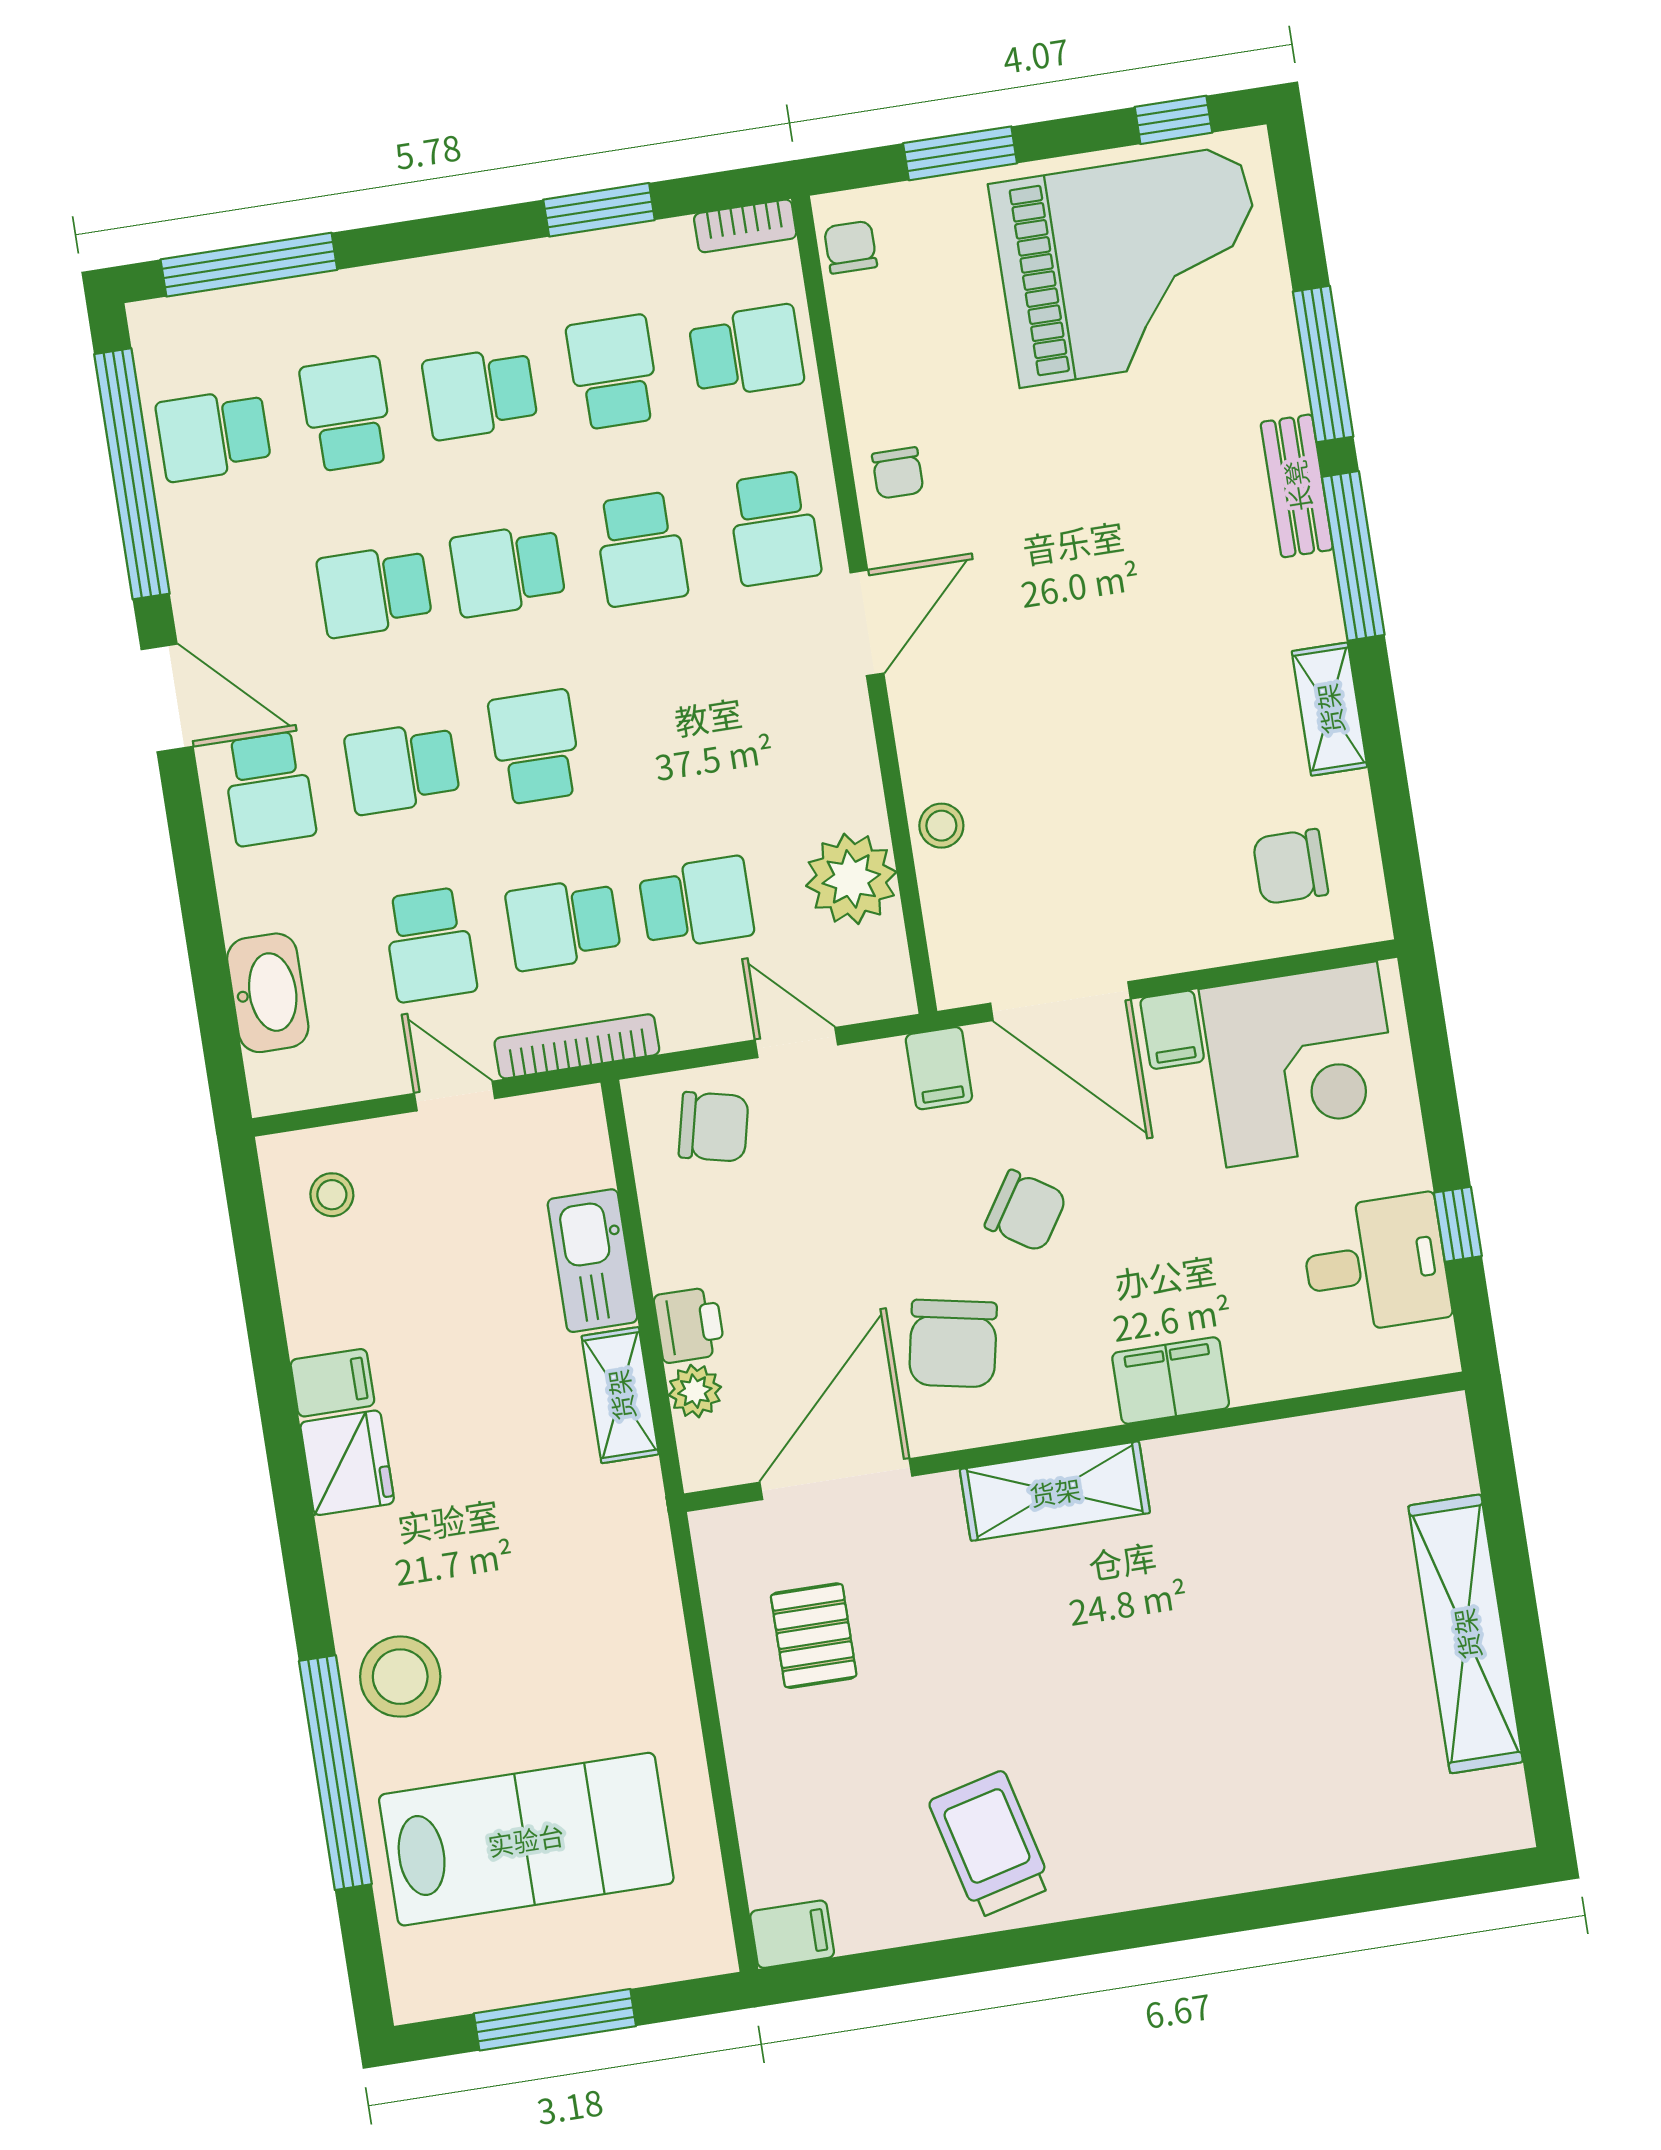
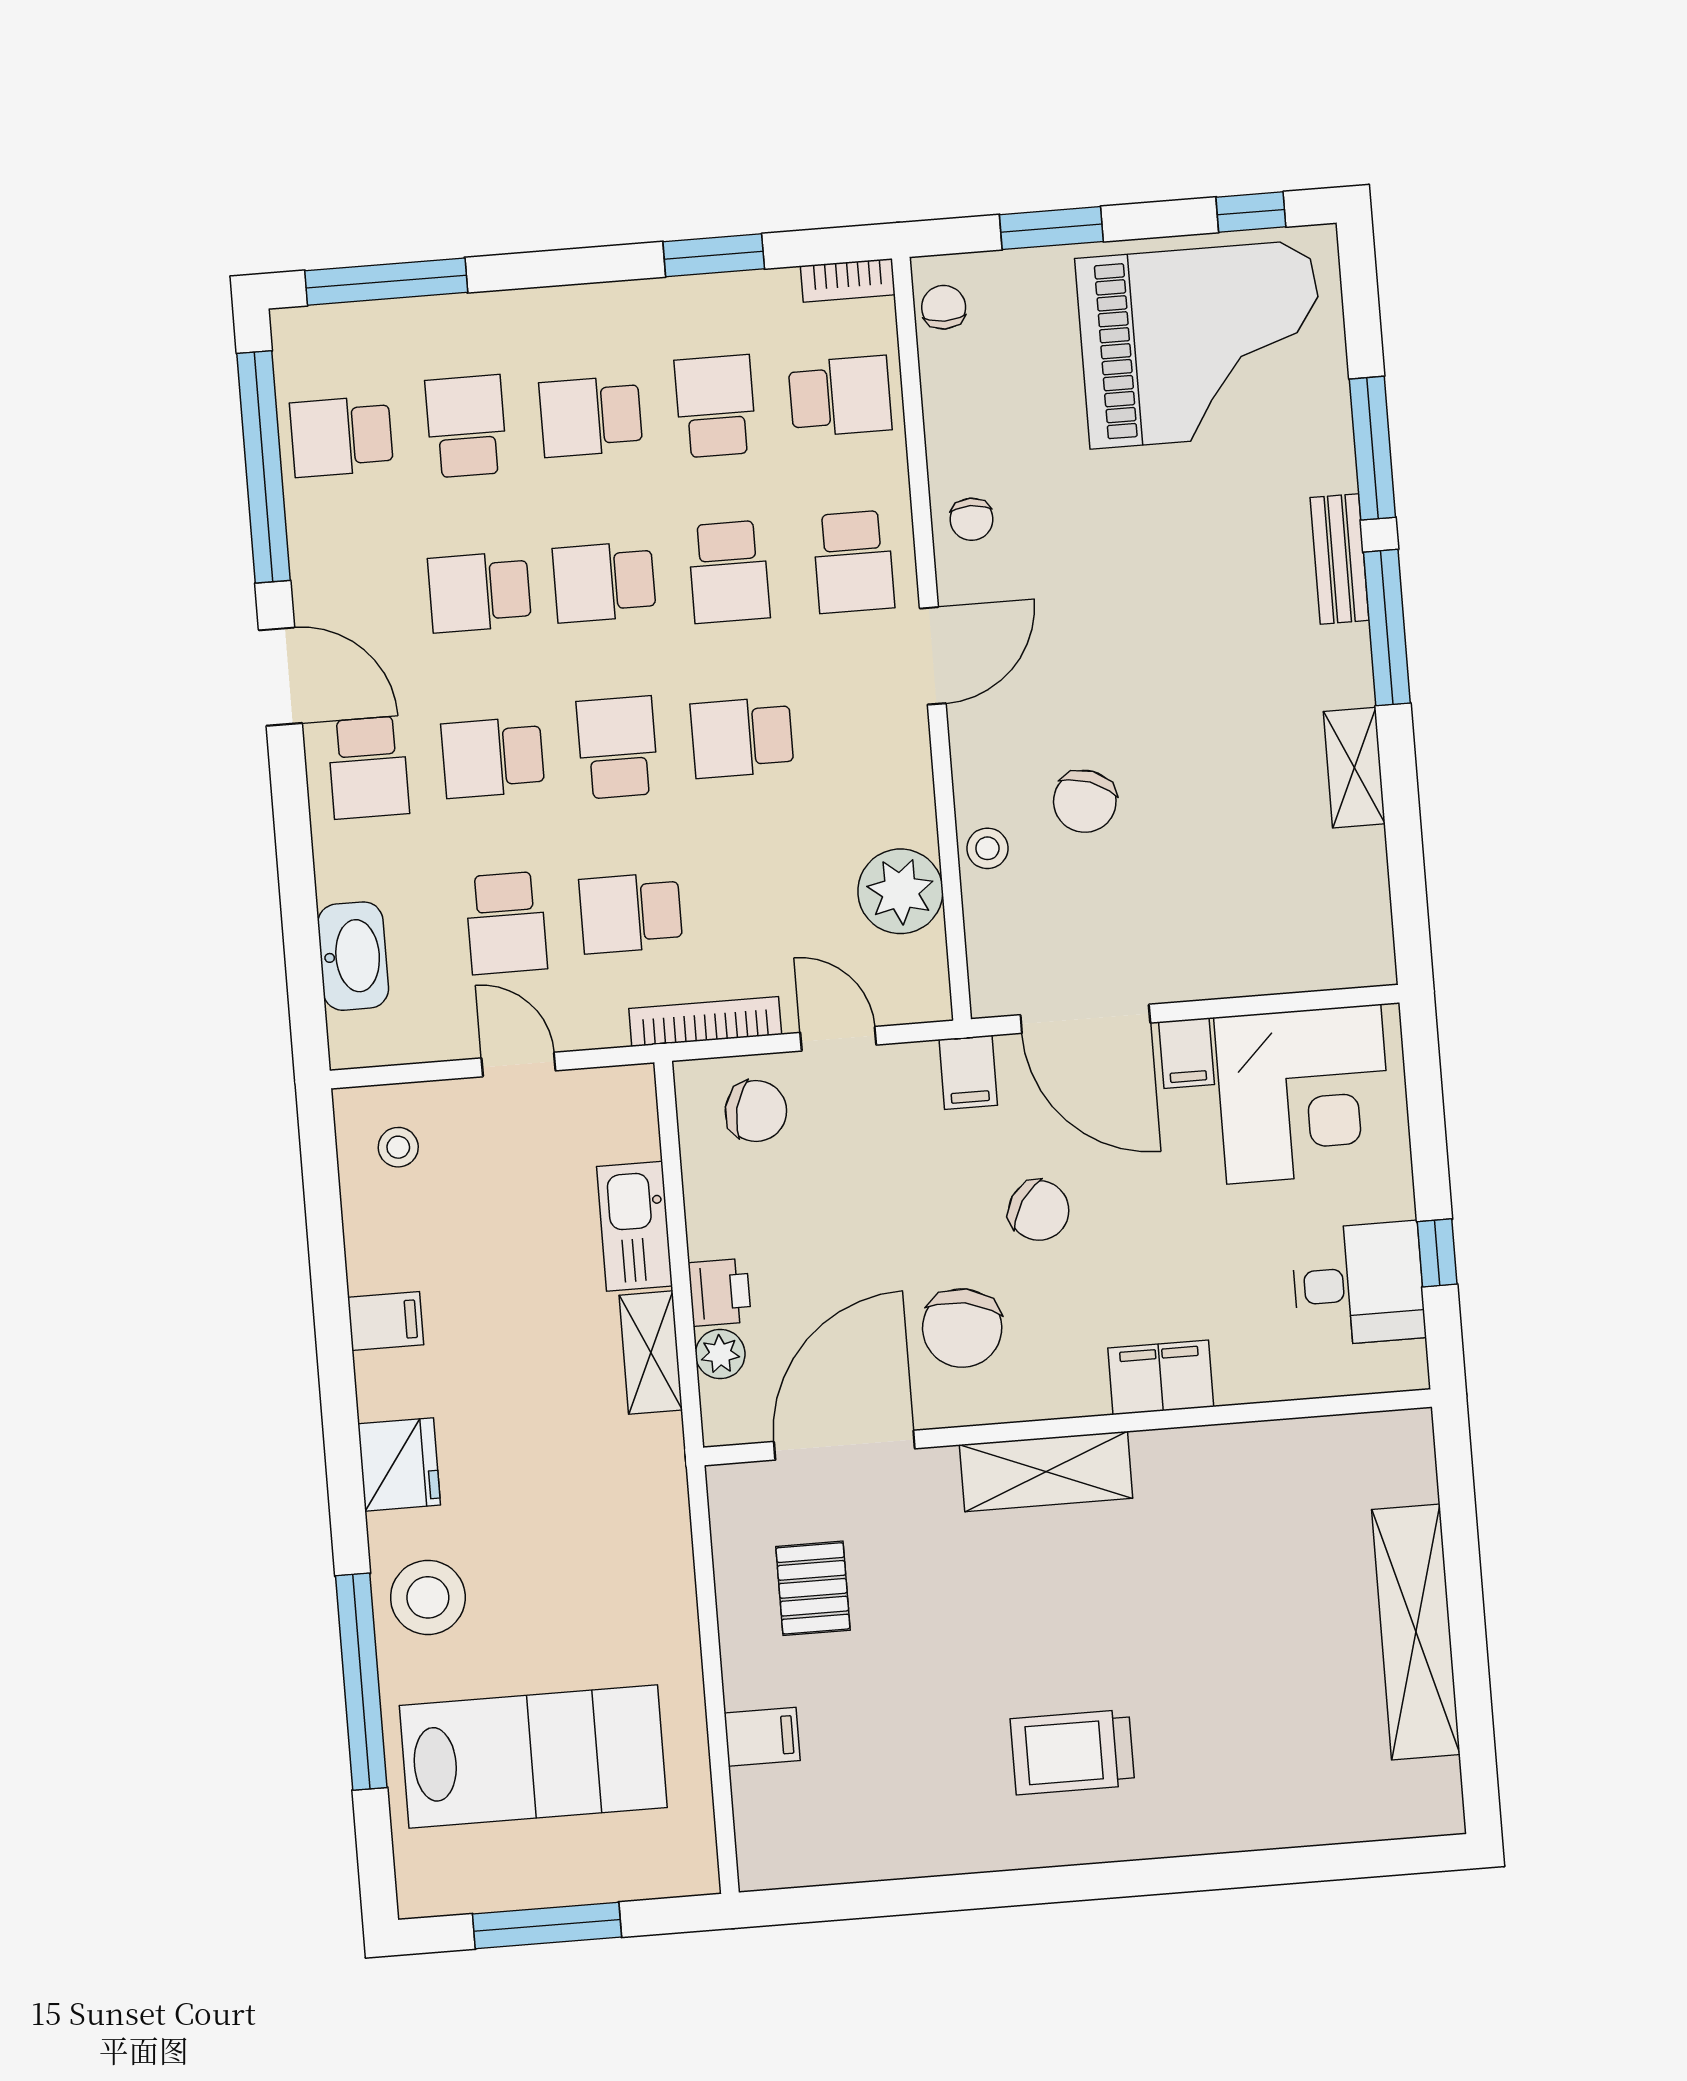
chair: (1290, 867) -> (1085, 801), moved, turned -70
school desk: (696, 903) -> (742, 737), moved, turned 180
bookcase: (577, 1046) -> (705, 1021), moved
fridge: (347, 1463) -> (399, 1464), moved
trolley: (990, 1844) -> (1072, 1752), moved, turned -76
filing cabinet: (792, 1934) -> (762, 1737), moved

